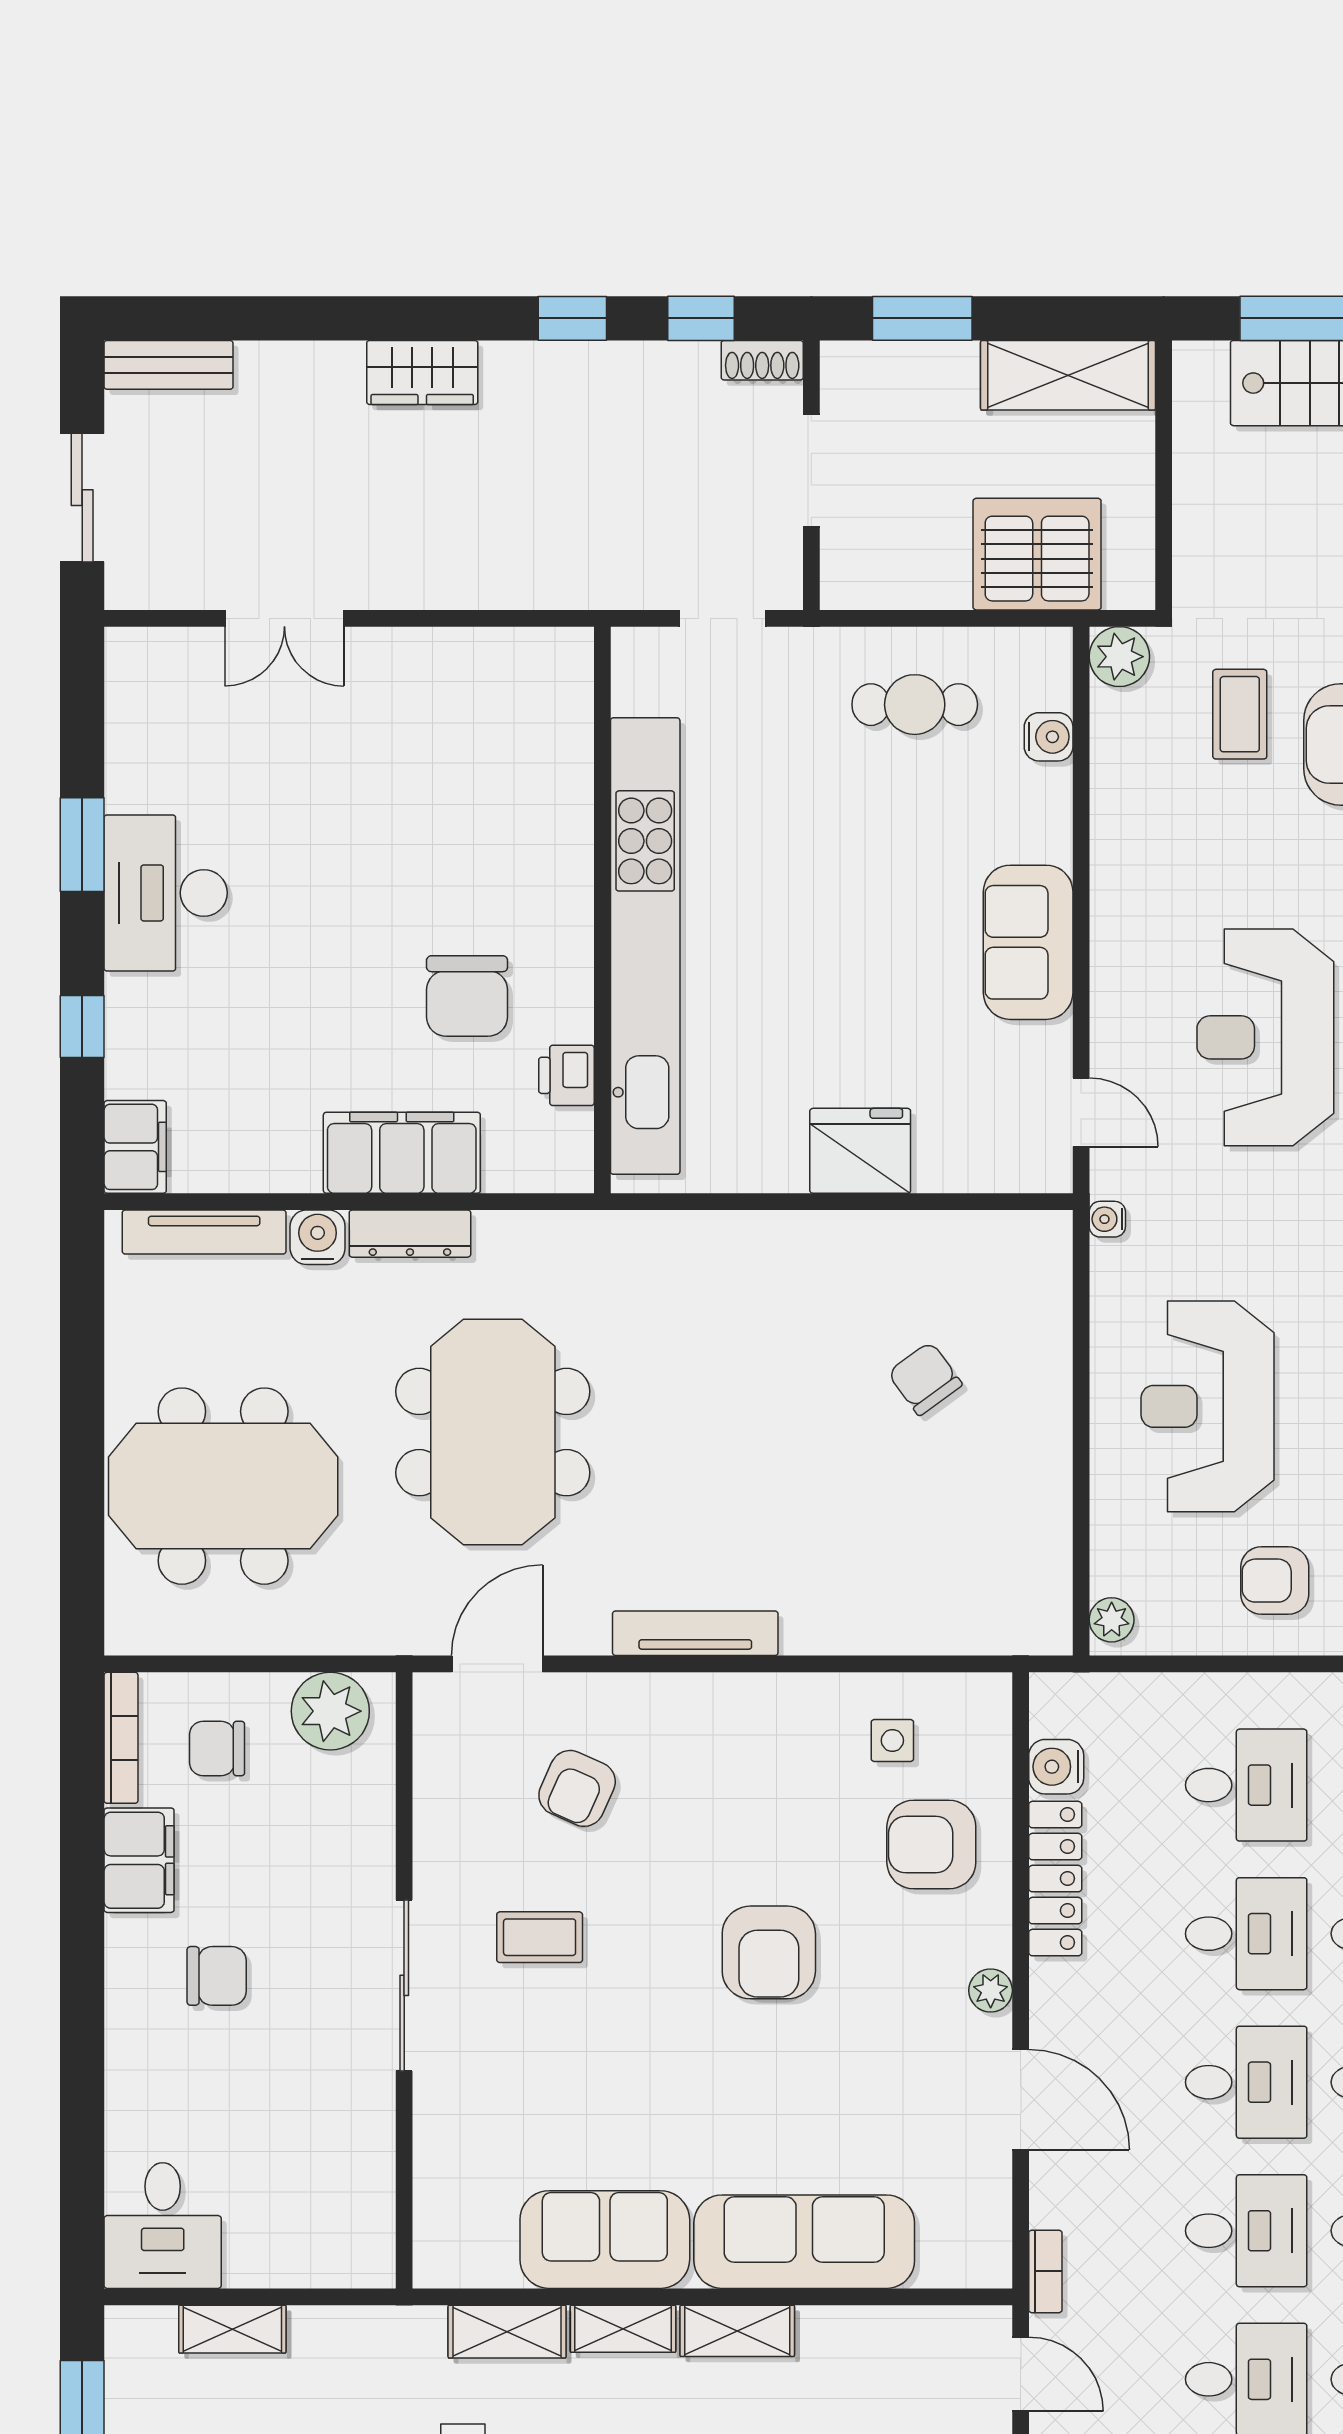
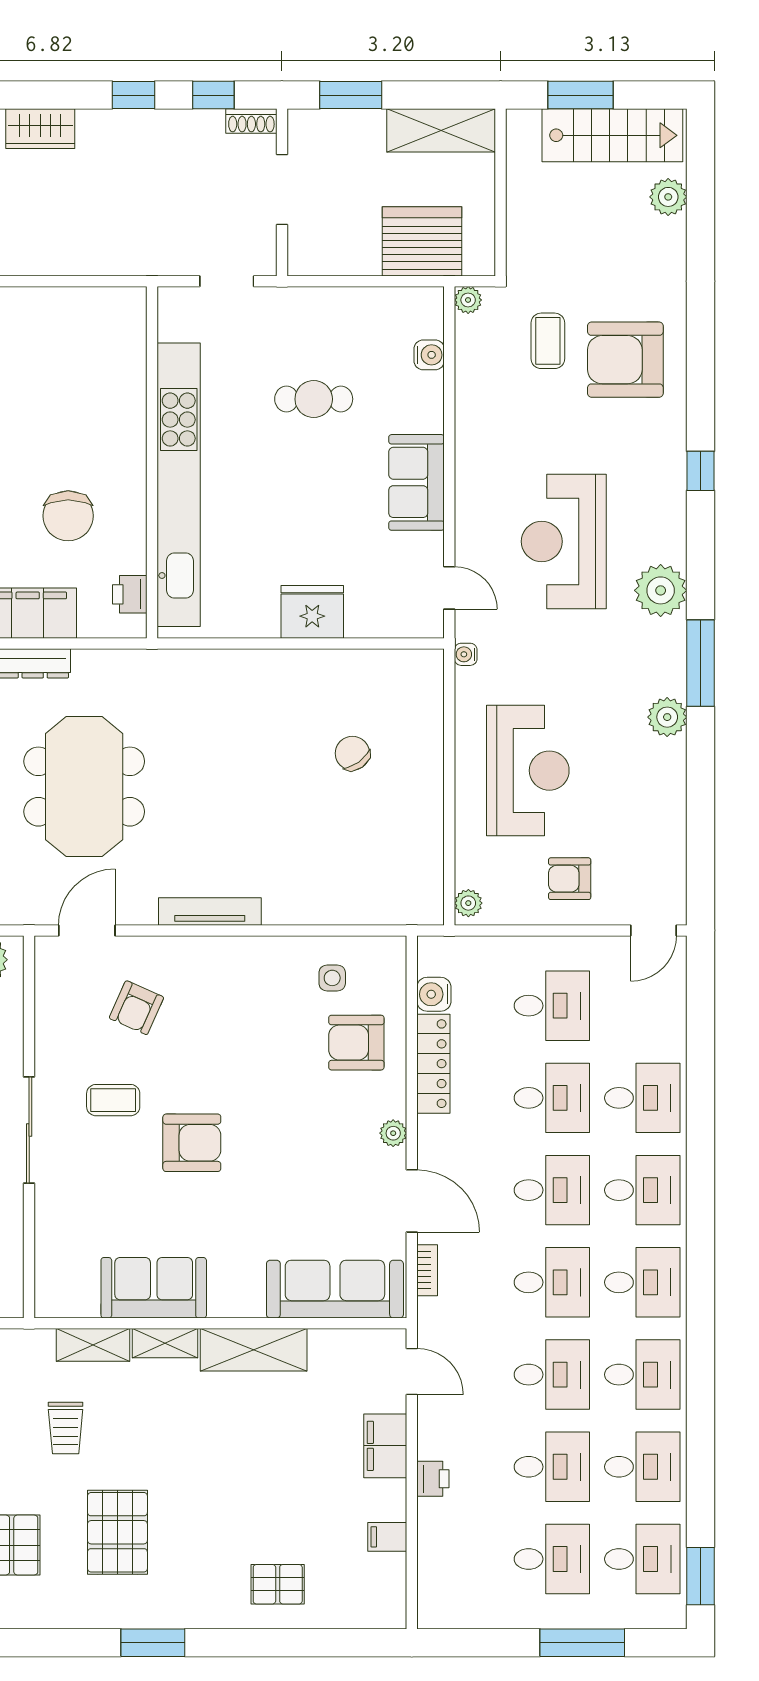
plant: (1119, 657) -> (468, 300), width x0.73, depth x0.73
cafe table: (915, 705) -> (314, 399), moved
printer: (566, 1075) -> (130, 594), moved
reception desk: (1207, 1406) -> (528, 771), turned 180
armchair: (769, 1952) -> (192, 1143), moved, turned -90
sofa: (804, 2242) -> (335, 1289), moved
bookcase: (1045, 2271) -> (427, 1270), moved
shelving: (737, 2331) -> (254, 1350), width x1.50, depth x1.33

